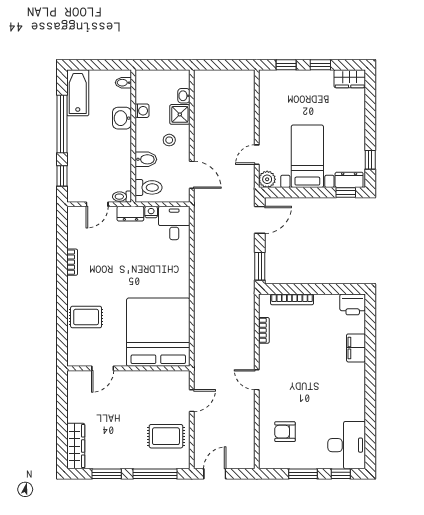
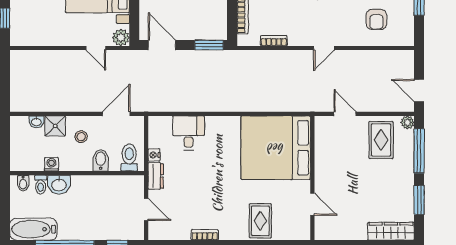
toilet: (122, 197) -> (41, 185), moved
desk: (174, 223) -> (189, 133), moved, turned 90
plant: (183, 462) -> (407, 122), added

